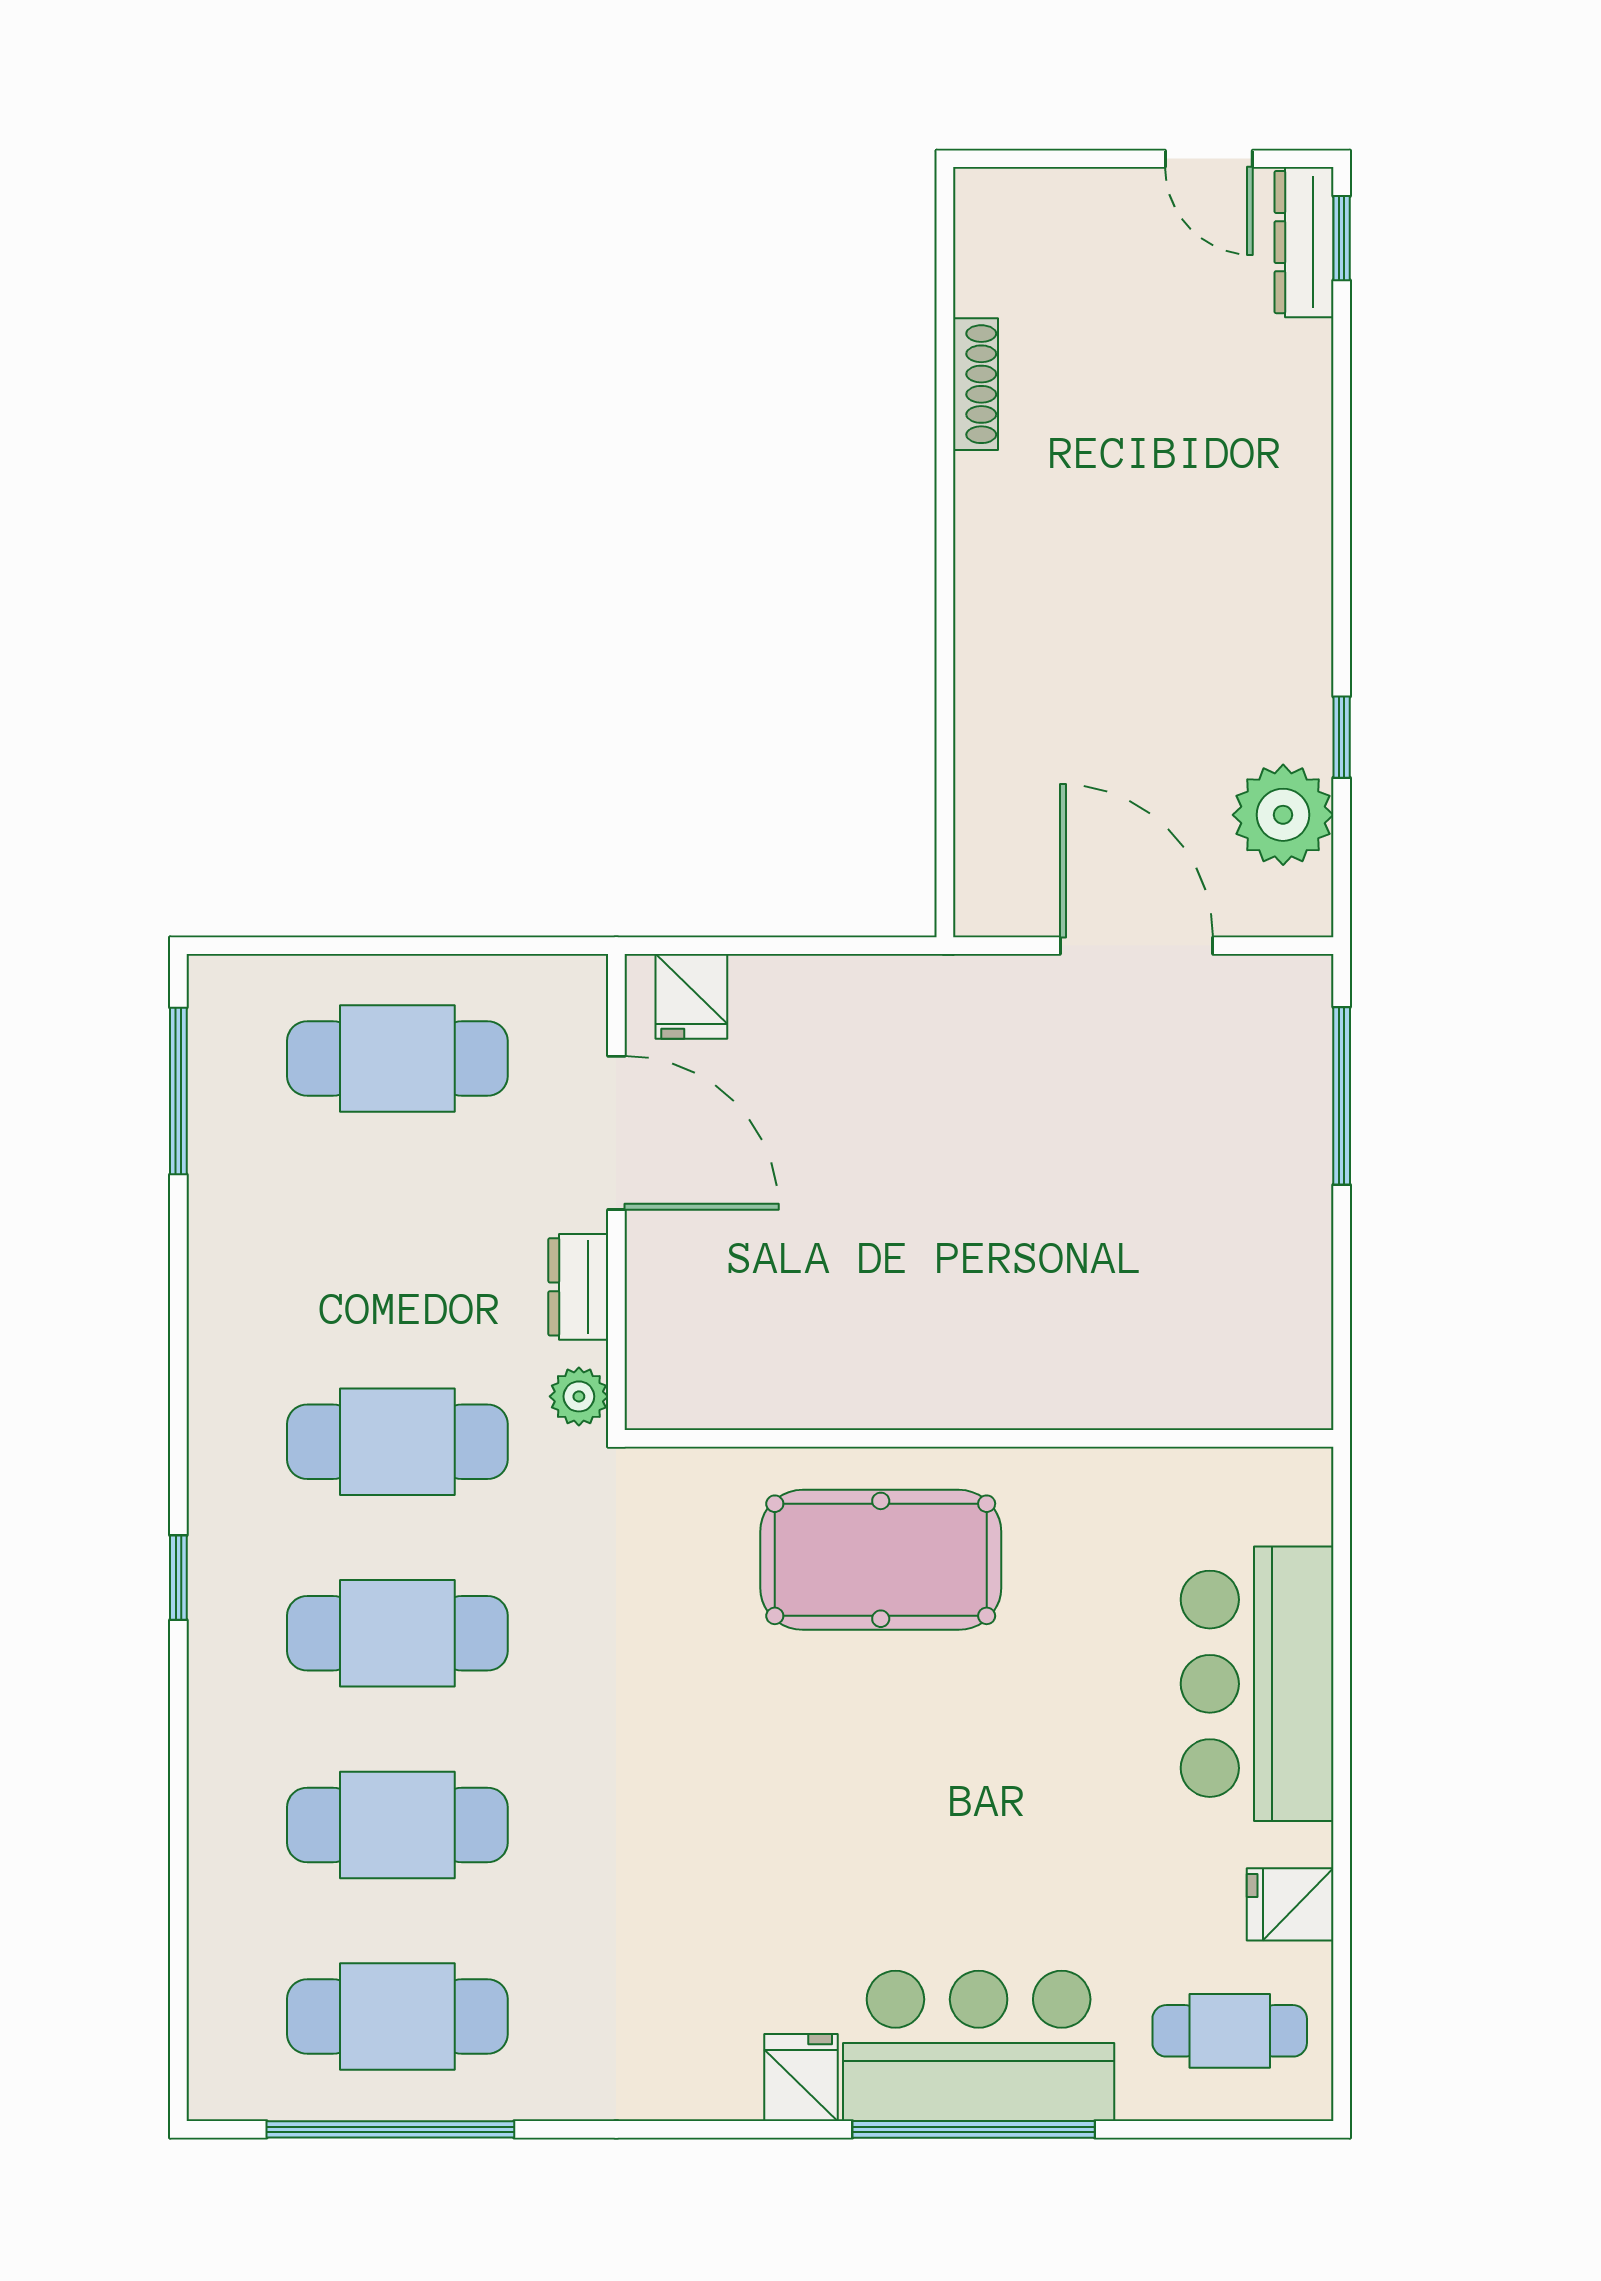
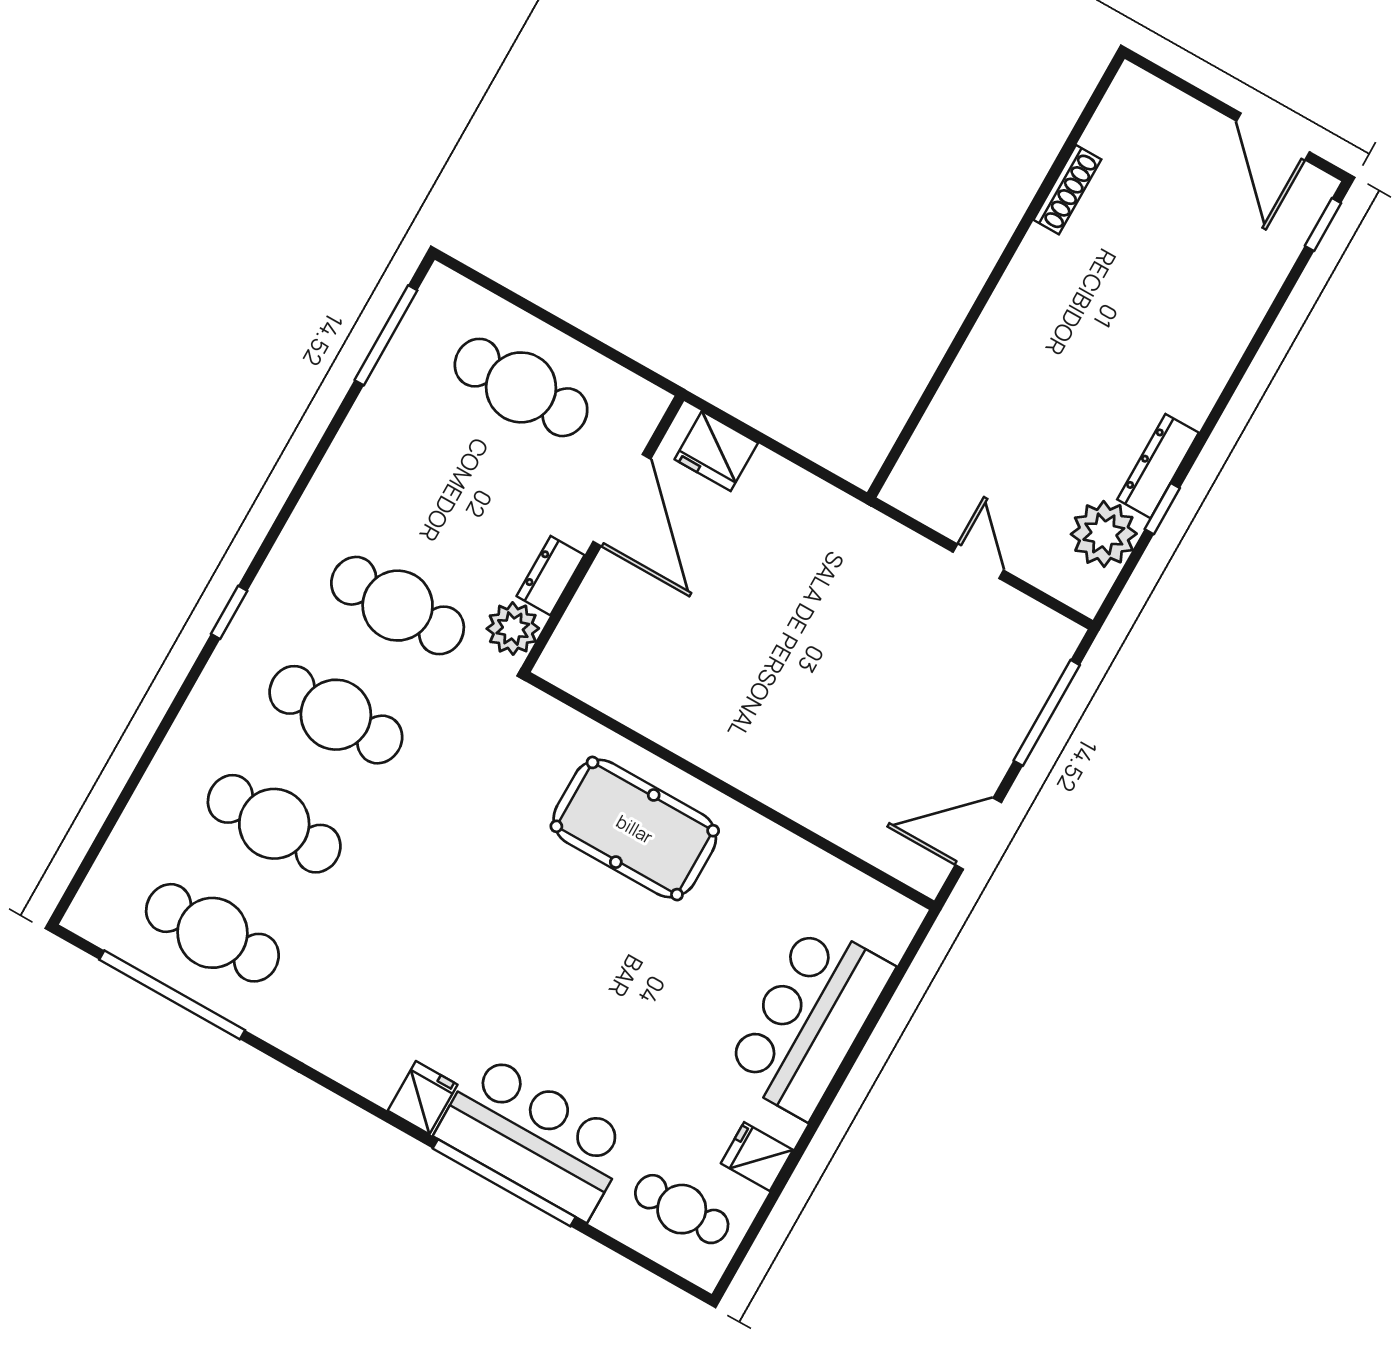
door: (1209, 159) -> (1273, 136), width x1.37
dresser: (1304, 242) -> (1158, 466), moved
door: (1136, 946) -> (978, 561), width x0.53
fridge: (691, 996) -> (716, 451), width x1.38
door: (1342, 1308) -> (978, 834), added
plant: (579, 1396) -> (513, 629), width x1.38, depth x1.38

